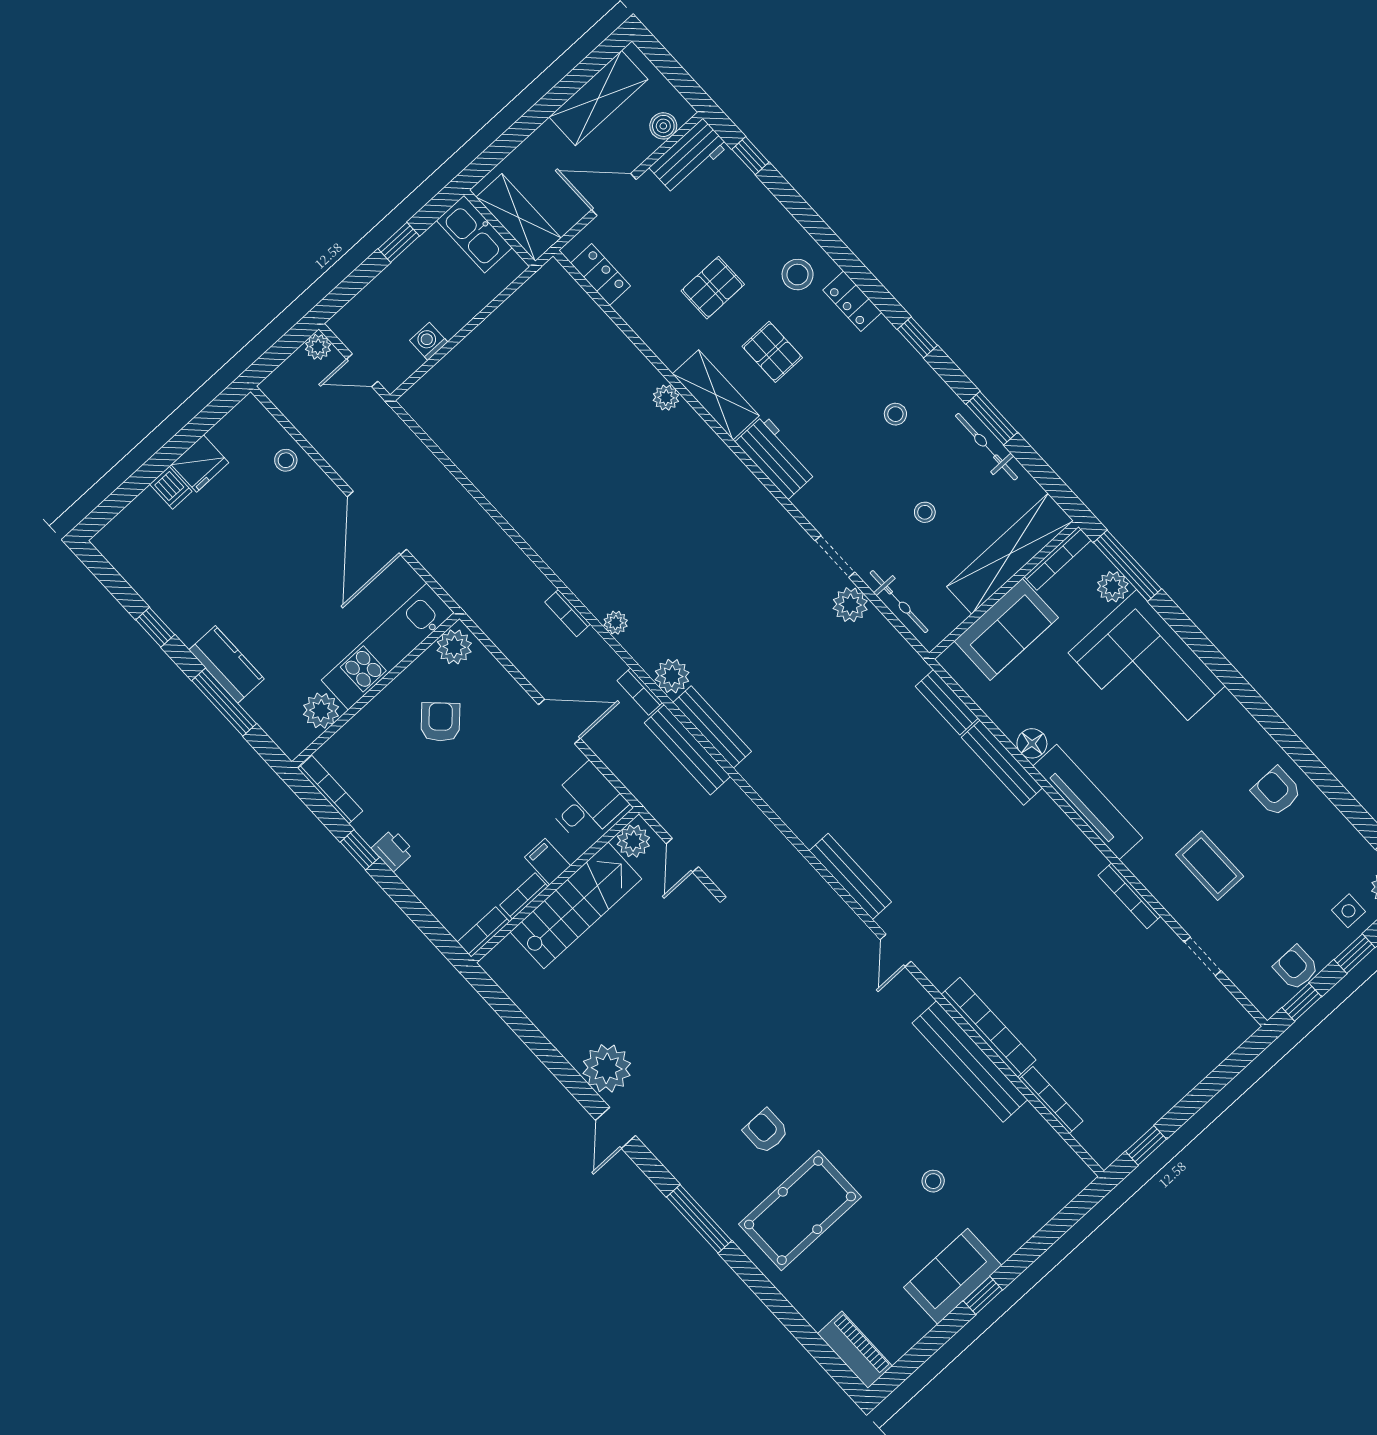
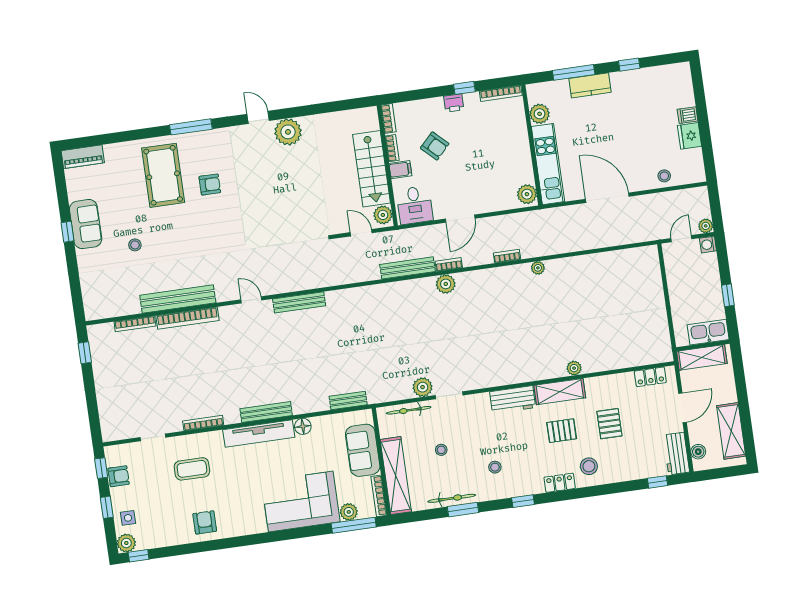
washing machine: (429, 341) -> (708, 245), moved, turned 180
plant: (616, 623) -> (538, 268), moved
armchair: (440, 722) -> (435, 146), moved
bench: (712, 727) -> (410, 286), removed
bench: (1002, 763) -> (266, 412), moved
armchair: (1276, 791) -> (205, 522), turned -90

